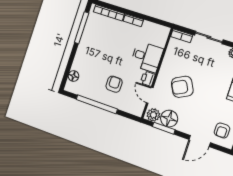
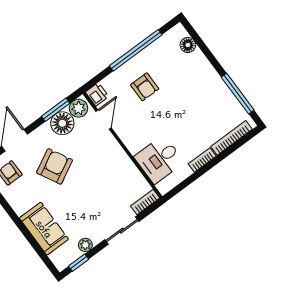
desk: (147, 57) -> (159, 159), moved
printer: (148, 79) -> (97, 94), moved
armchair: (182, 87) -> (55, 166), moved
door: (150, 95) -> (103, 119), hinge flipped

